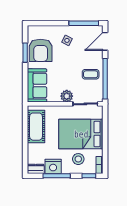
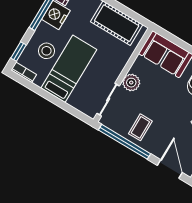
bed: (81, 134) -> (69, 69), width x0.67

